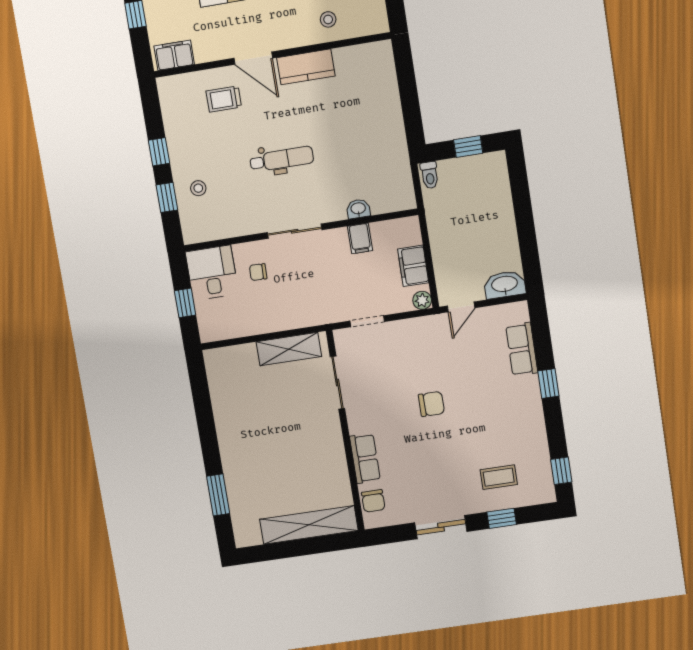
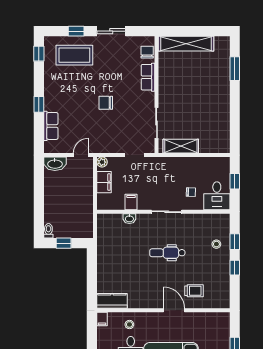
filing cabinet: (174, 55) -> (102, 319), moved, width x0.50
kitchen counter: (306, 67) -> (112, 301), moved
toilet: (430, 175) -> (48, 231), moved
coffee table: (499, 477) -> (74, 55), width x1.86, depth x1.72

